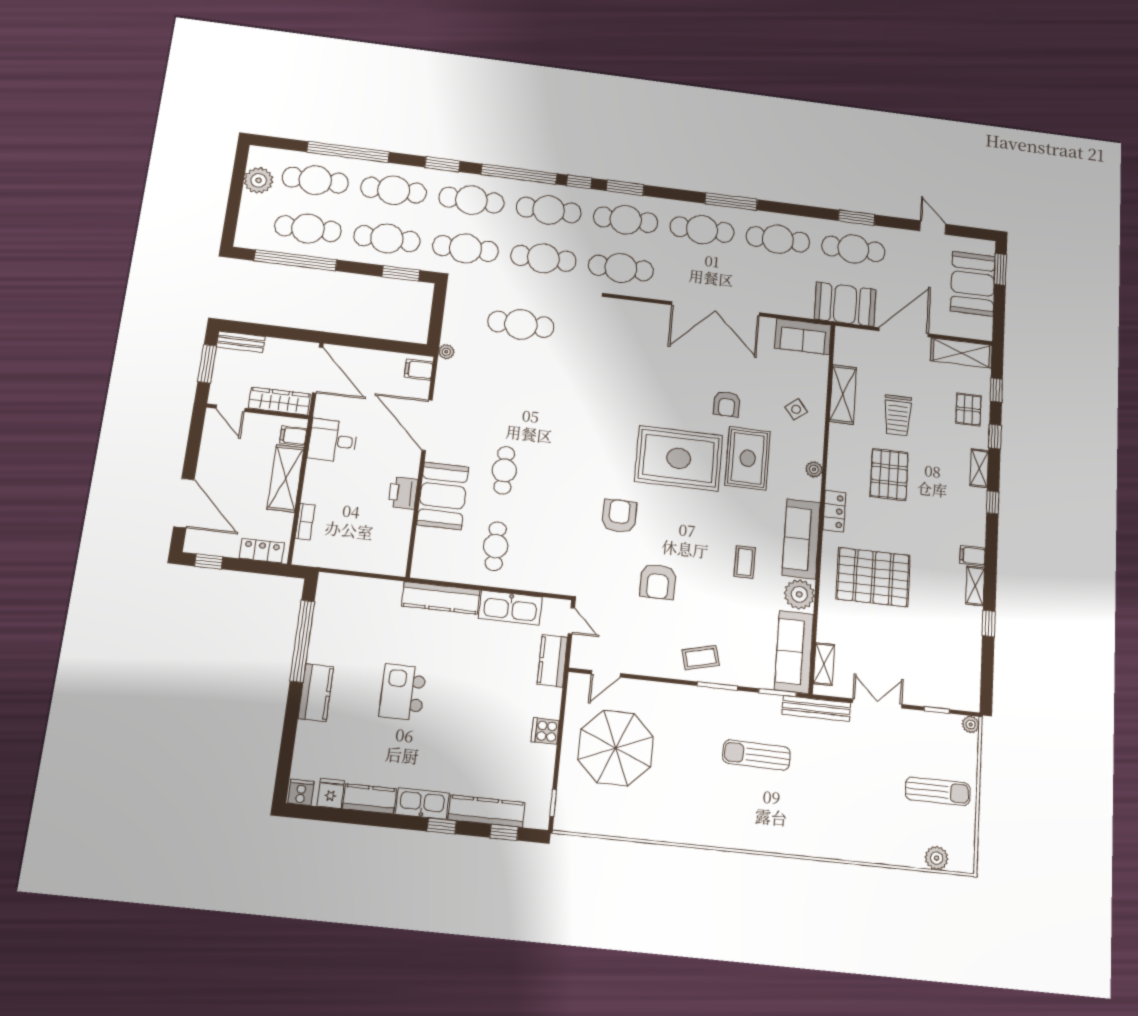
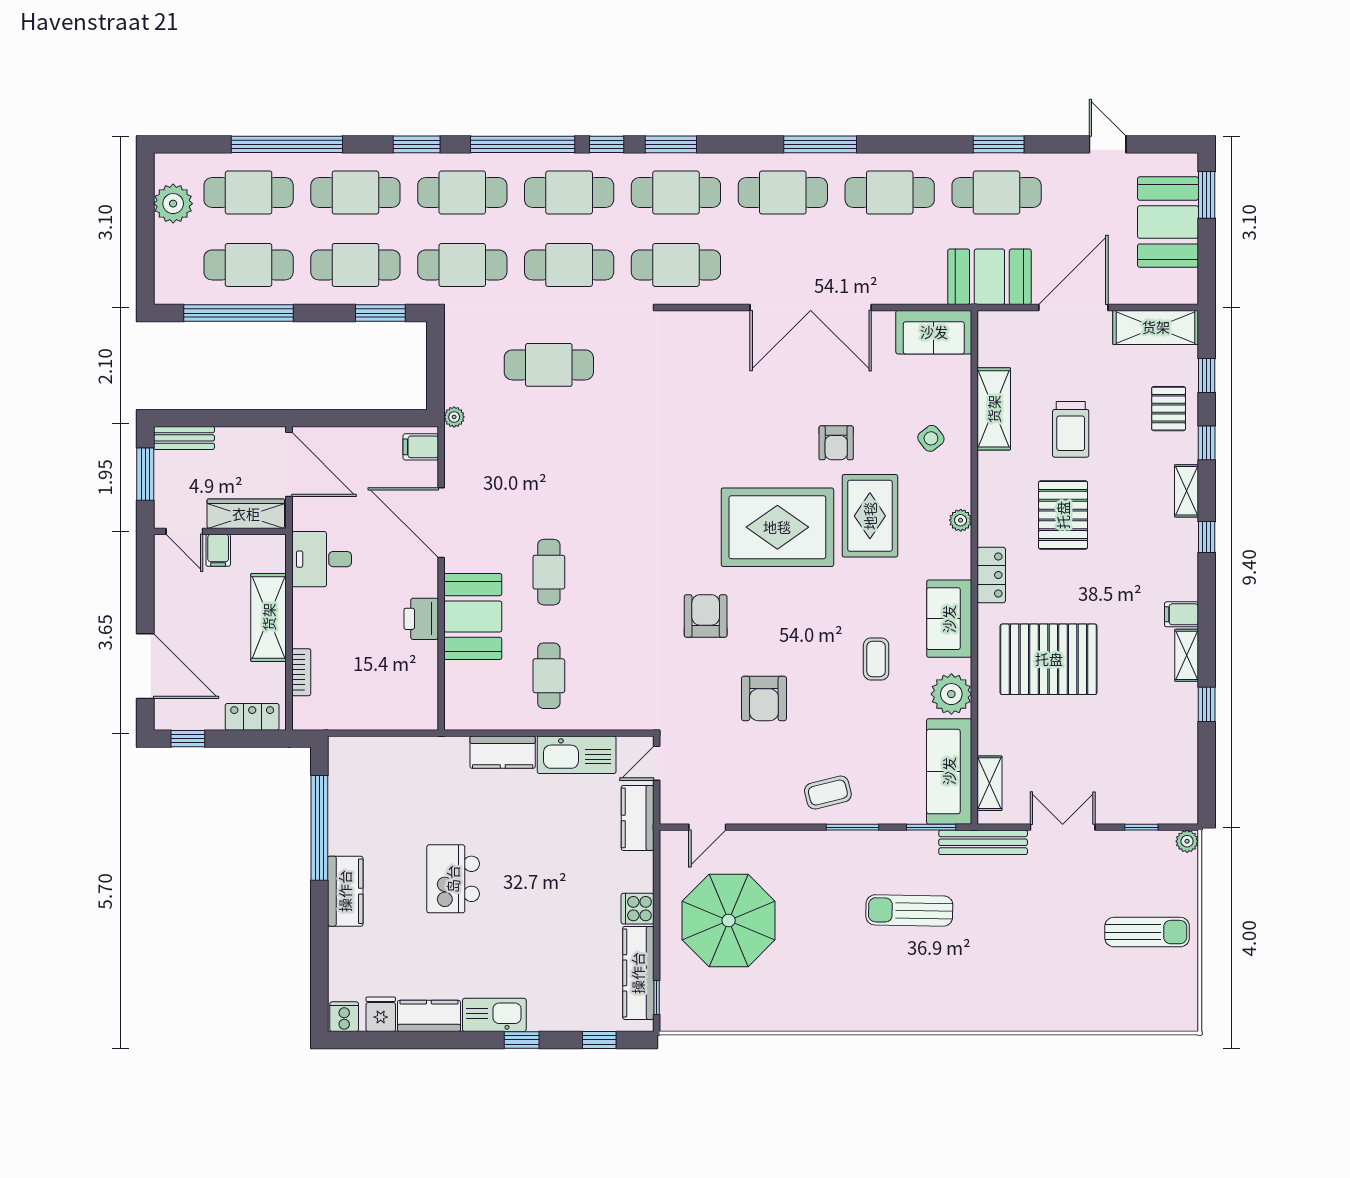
filing cabinet: (293, 436) -> (218, 550), moved, turned -90
sofa: (801, 539) -> (949, 619), width x0.73
kitchen counter: (441, 598) -> (503, 752), width x0.67
door: (571, 621) -> (657, 763), swing flipped
kitchen counter: (487, 811) -> (638, 973), moved, turned -90
plant: (937, 858) -> (1149, 1017), removed

